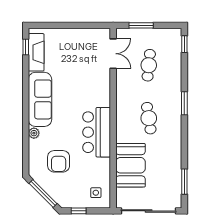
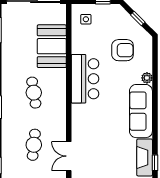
armchair: (59, 161) -> (123, 50), turned 90
window: (43, 193) -> (138, 18), width x0.46

